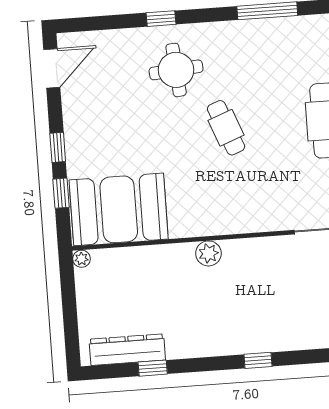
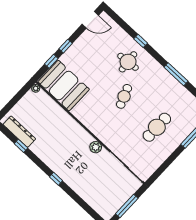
plant: (208, 253) -> (96, 147), moved

